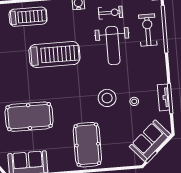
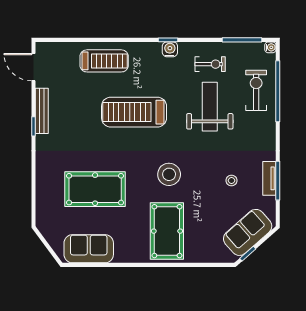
weight bench: (113, 45) -> (210, 107), turned 180
treadmill: (54, 54) -> (134, 112), turned 180
stool: (107, 98) -> (169, 174), moved

